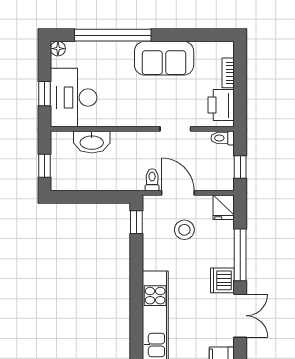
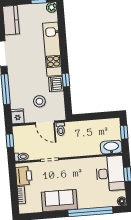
washbasin: (92, 142) -> (111, 147), moved
window: (136, 222) -> (66, 80), moved
dishwasher: (222, 280) -> (56, 84), moved, turned 180

